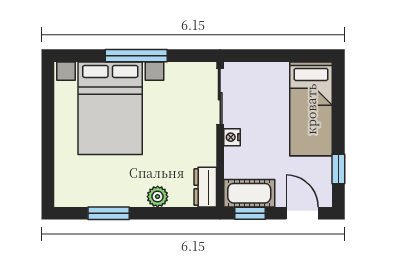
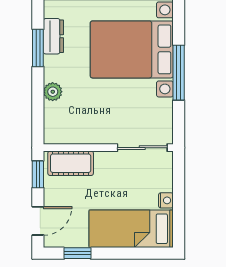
nightstand: (232, 137) -> (166, 200), moved, turned 90
dresser: (205, 187) -> (53, 36), moved, turned 90
cot: (249, 193) -> (71, 163), moved, turned 90

